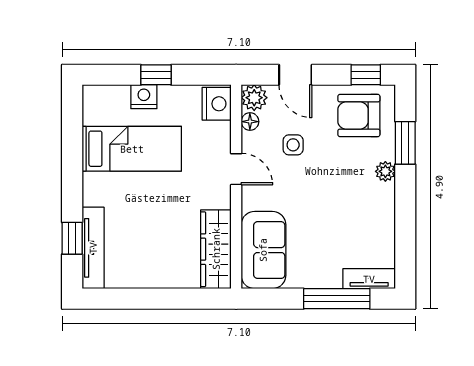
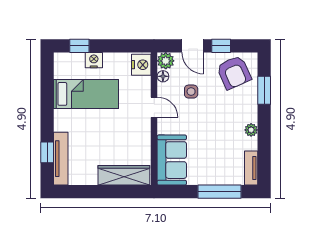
window: (156, 75) -> (79, 46), moved
window: (366, 75) -> (221, 46), moved
armchair: (359, 115) -> (234, 72), turned -114
plant: (385, 171) -> (251, 130), moved
wardrobe: (216, 249) -> (124, 175), moved, turned 90
tv unit: (369, 279) -> (251, 168), moved, turned -90

